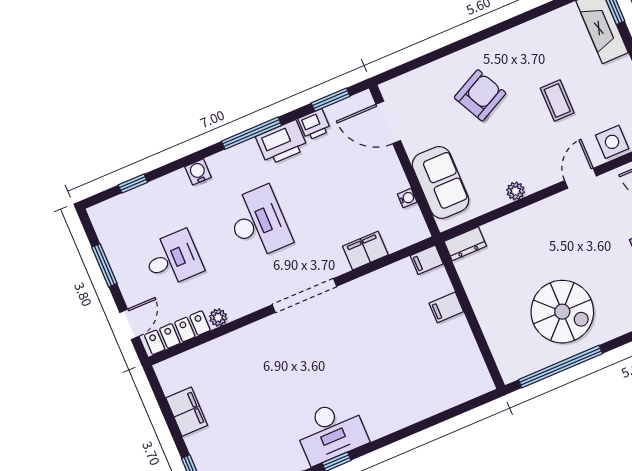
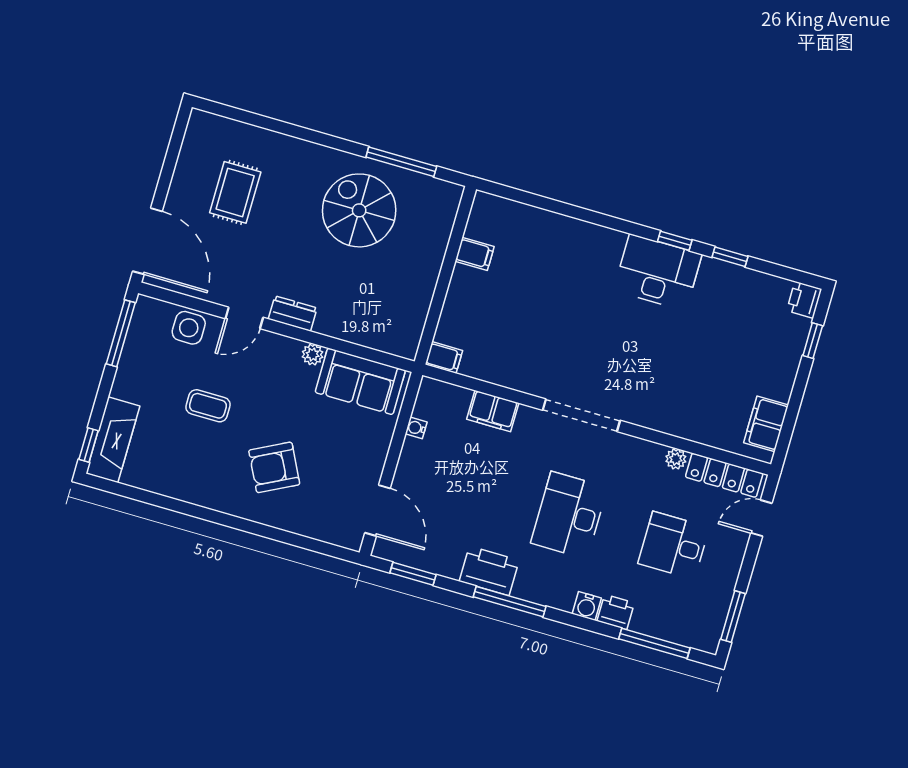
coffee table: (557, 101) -> (208, 406), turned 90
printer: (314, 125) -> (616, 612), moved
sofa: (440, 182) -> (360, 381), moved, turned -90
window: (133, 184) -> (654, 643), width x2.17
dresser: (465, 244) -> (293, 314), moved
window: (104, 265) -> (733, 617), moved
filing cabinet: (446, 307) -> (475, 254), moved
window: (561, 367) -> (401, 162), width x0.68
filing cabinet: (187, 412) -> (766, 424), moved

